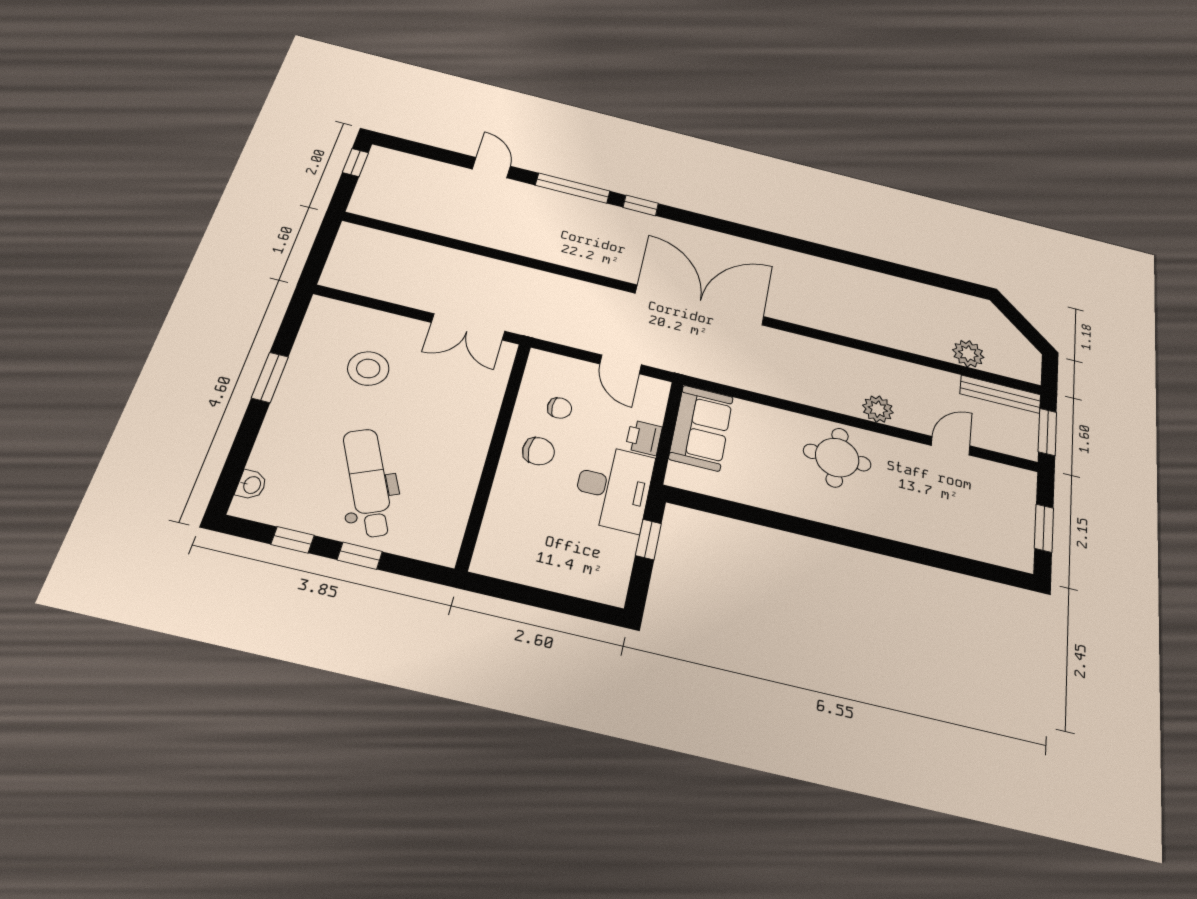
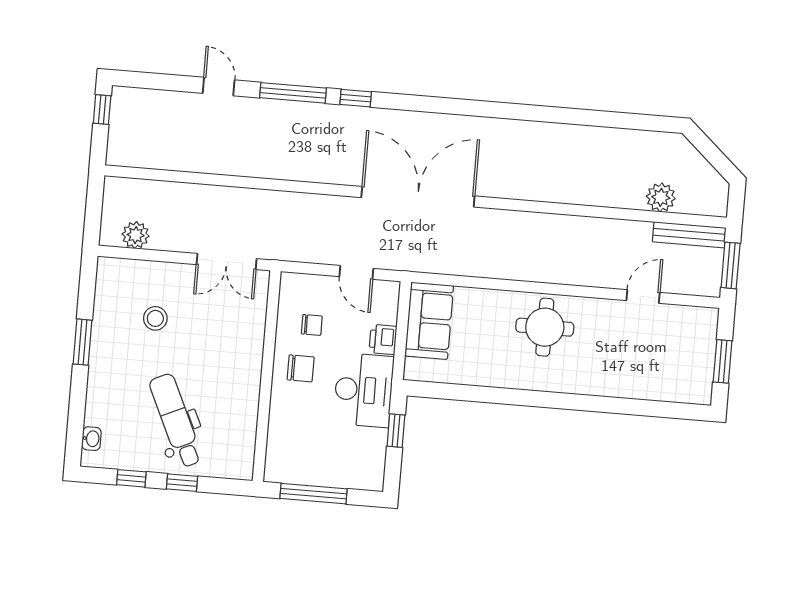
stool: (368, 368) -> (155, 318), width x0.73, depth x0.73
plant: (878, 409) -> (136, 235), moved
window: (532, 596) -> (314, 494), added

